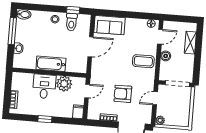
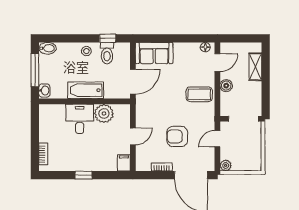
bathtub: (51, 64) -> (86, 90), moved
wall: (49, 73) -> (85, 101), moved
plant: (64, 84) -> (104, 114), moved
desk: (44, 86) -> (80, 119), moved

